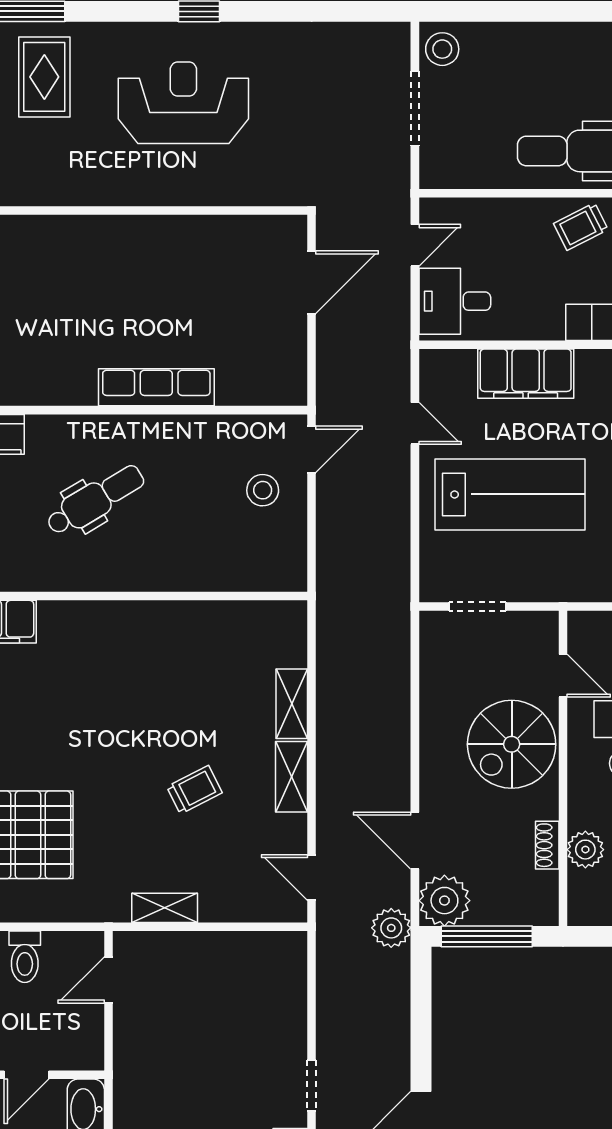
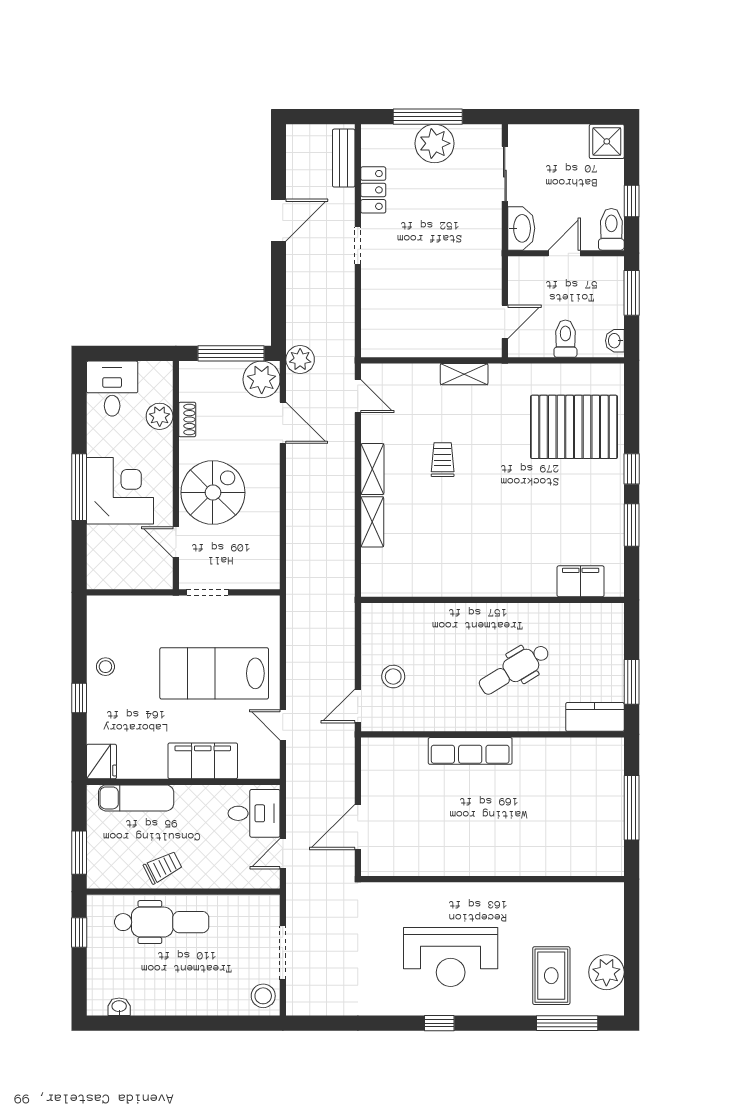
doorway: (477, 606) -> (207, 592), moved
trolley: (194, 790) -> (443, 460), turned 117

